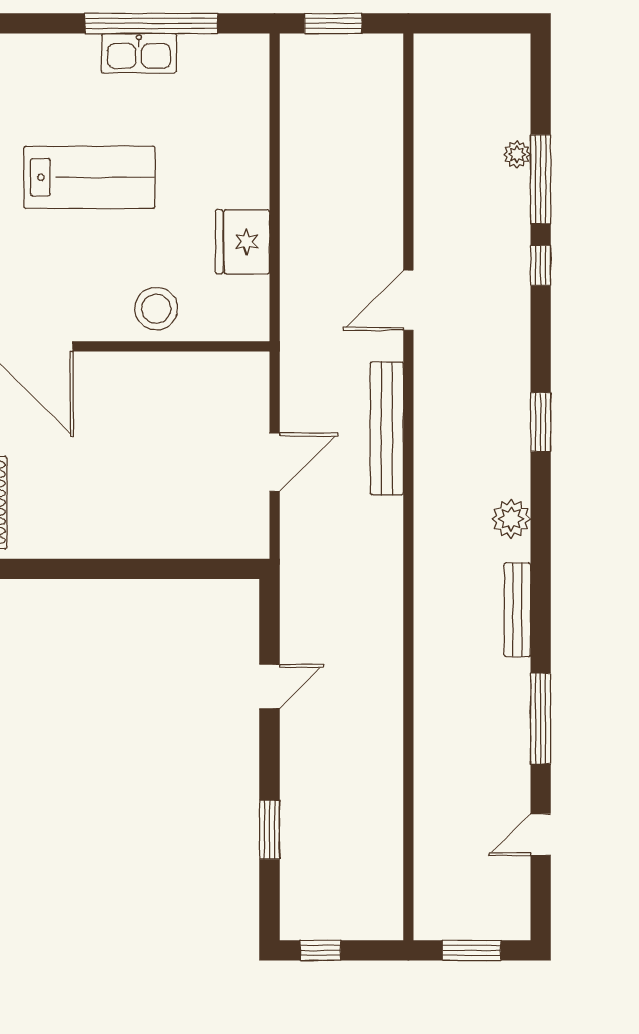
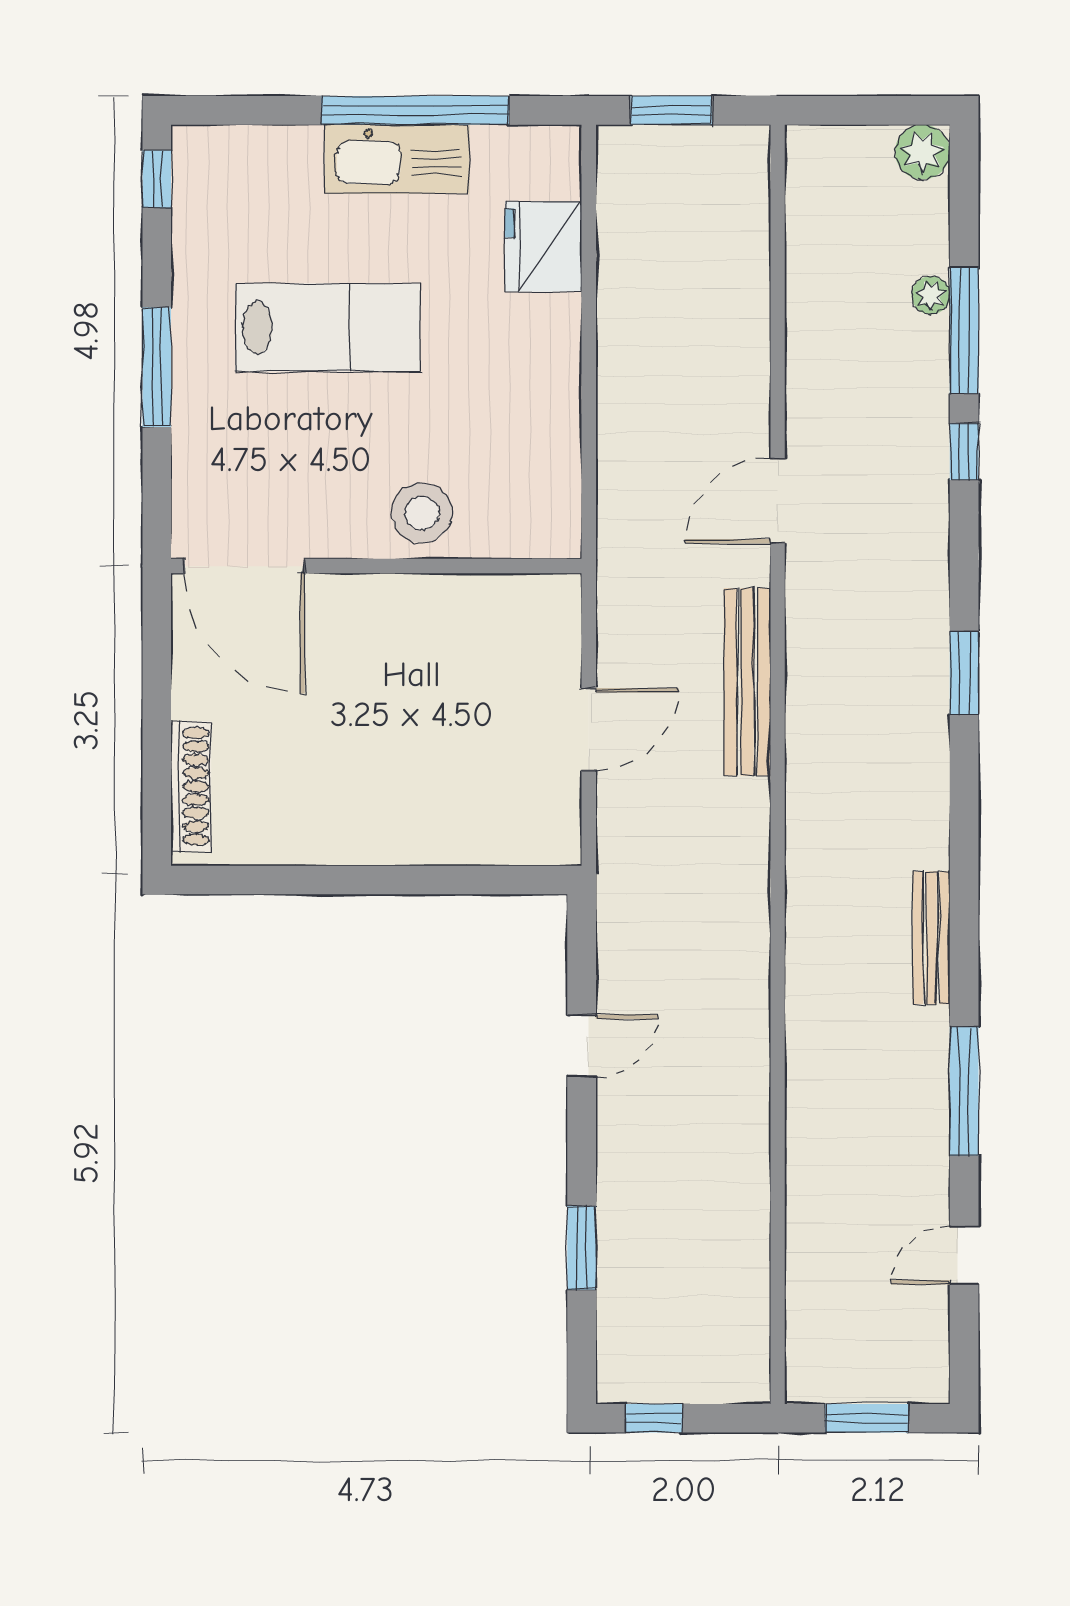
kitchen sink: (139, 53) -> (397, 159), width x1.36, depth x1.24
fridge: (242, 242) -> (543, 246), moved
plant: (511, 519) -> (923, 152), moved

